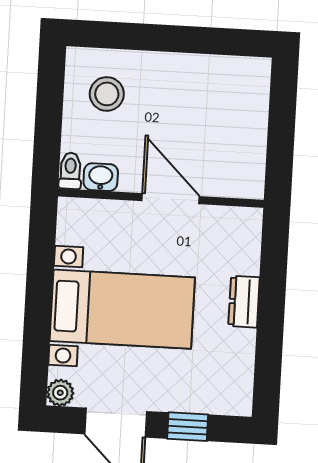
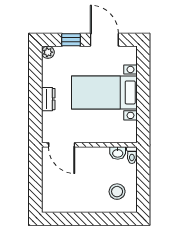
door: (171, 199) -> (62, 145), moved
plant: (60, 393) -> (48, 52), moved

